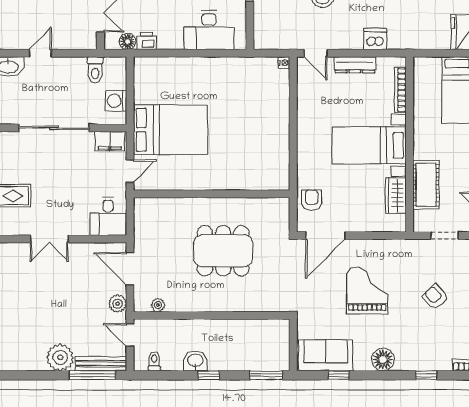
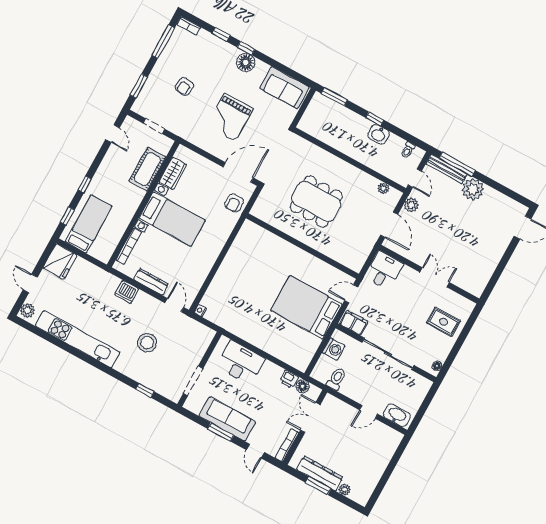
armchair: (435, 297) -> (184, 86), turned 49
window: (339, 375) -> (246, 48), moved

